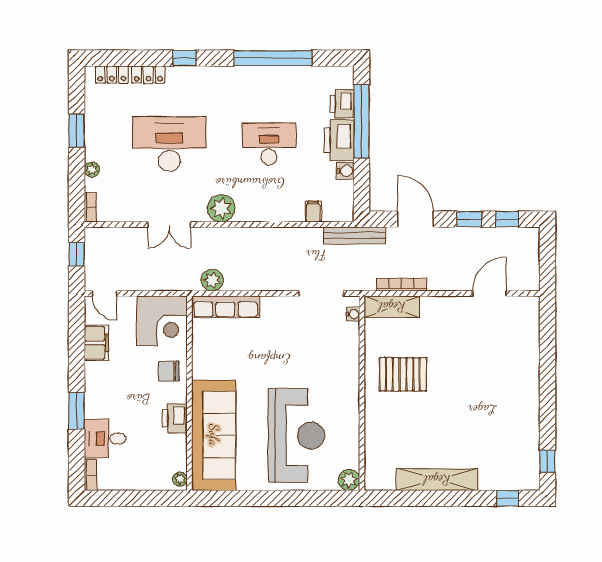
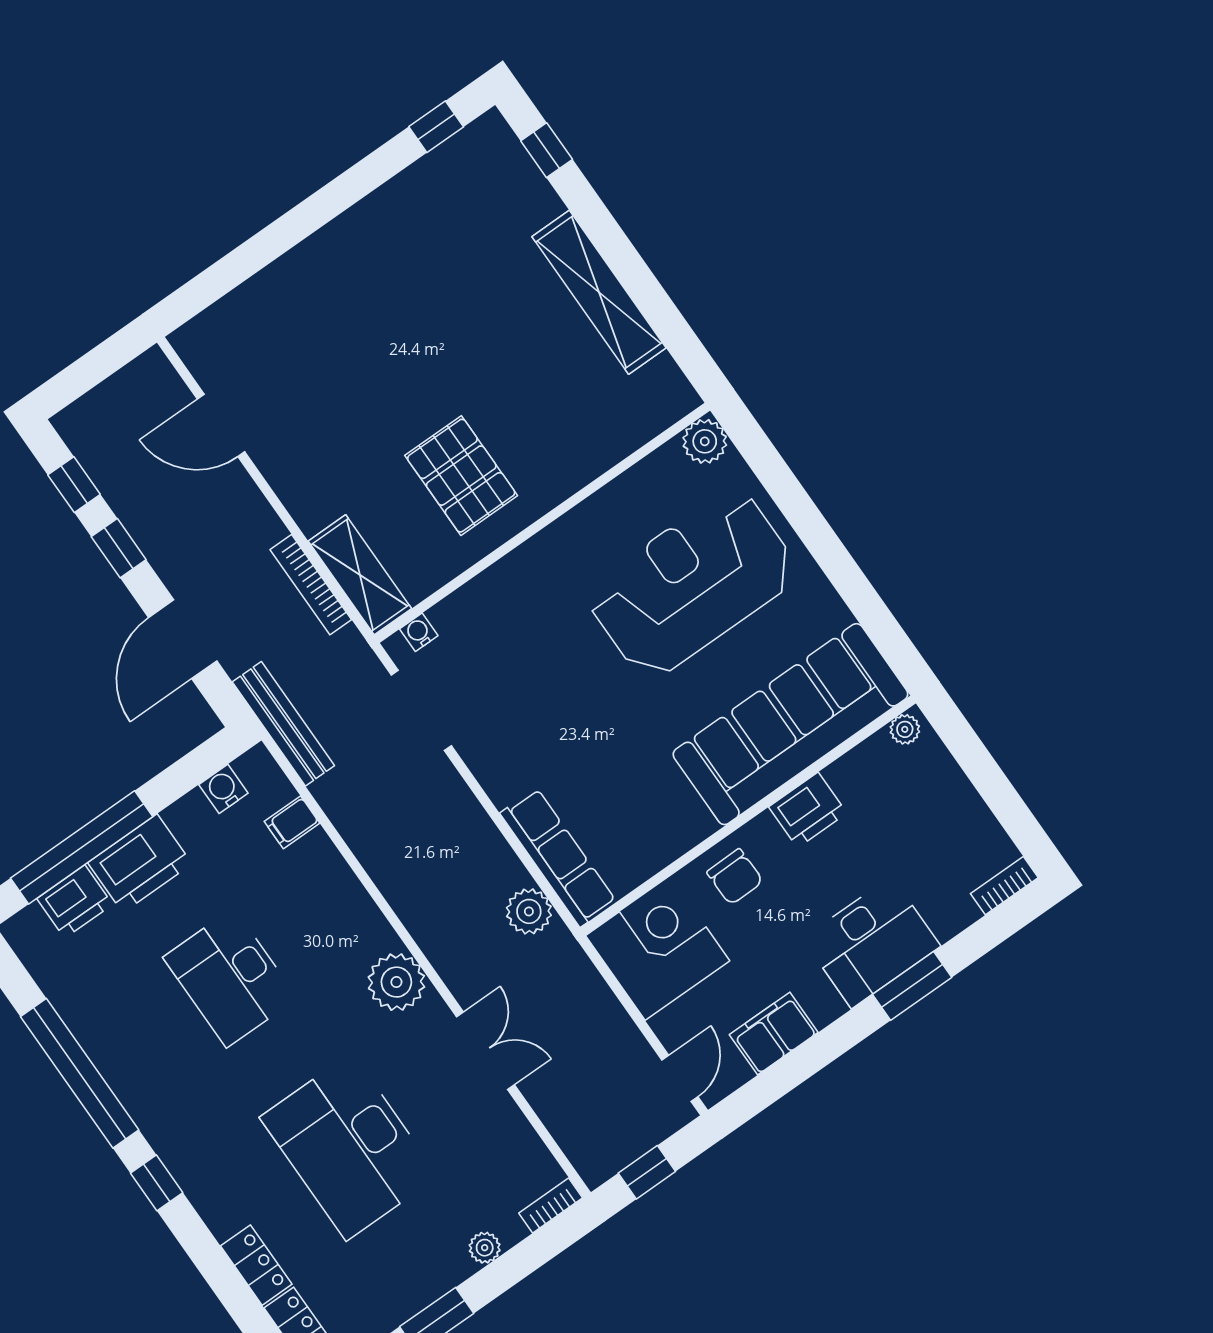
window: (184, 58) -> (157, 1183), moved
water cooler: (345, 171) -> (223, 789), moved
desk: (105, 439) -> (872, 942), moved, width x1.37

